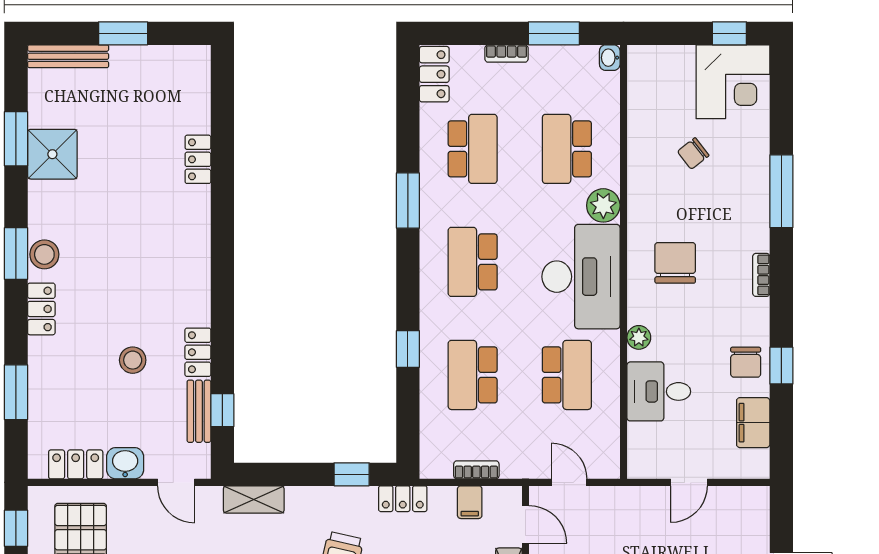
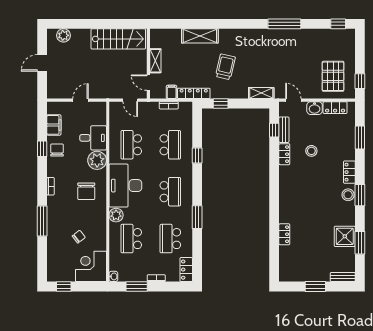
bench: (68, 56) -> (343, 277), width x0.73
corner desk: (733, 82) -> (91, 266), moved
school desk: (567, 149) -> (131, 239), turned 180
plant: (639, 337) -> (97, 160), width x1.88, depth x1.88
locker: (403, 499) -> (194, 93), width x1.53

